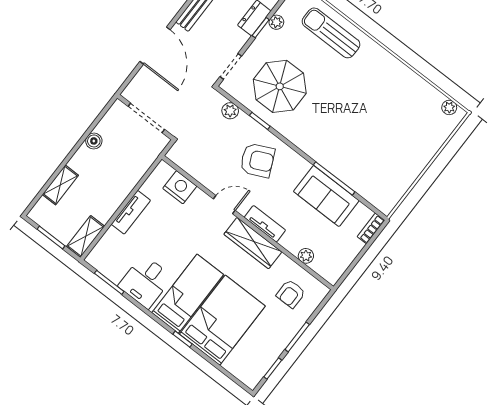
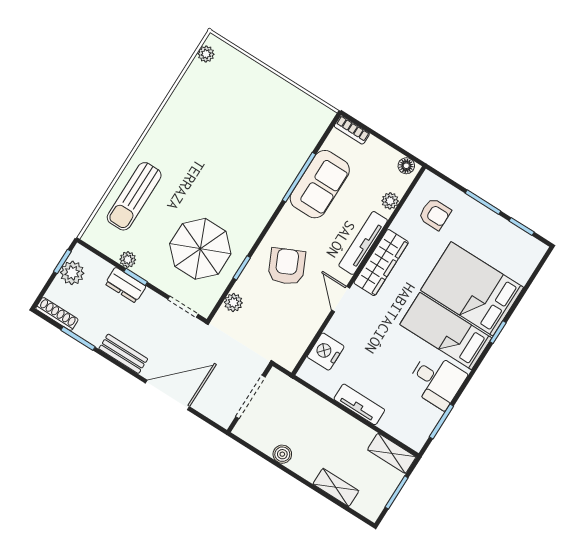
tv unit: (265, 224) -> (363, 243), width x1.41
floor lamp: (335, 273) -> (406, 166), added

